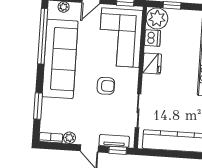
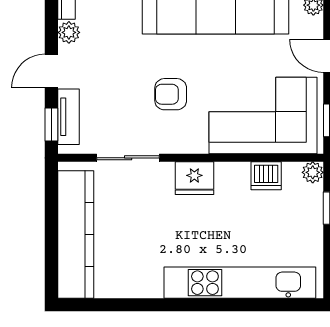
plant: (157, 18) -> (313, 172), width x0.53, depth x0.53
fridge: (152, 64) -> (194, 178), moved
armchair: (106, 86) -> (171, 94), turned 90

